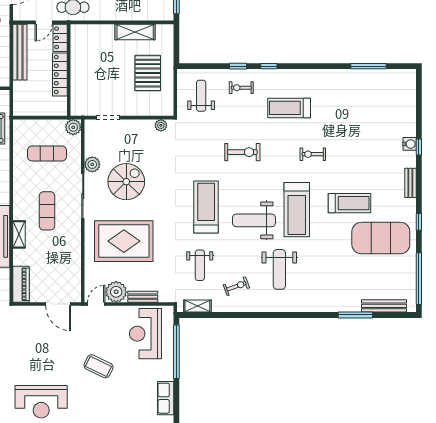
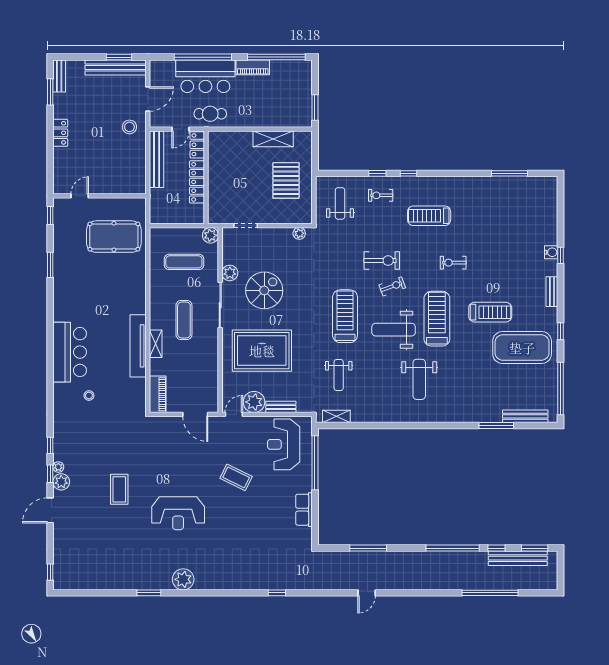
treadmill: (297, 210) -> (437, 319), turned 180
exercise bike: (236, 286) -> (392, 286), moved

